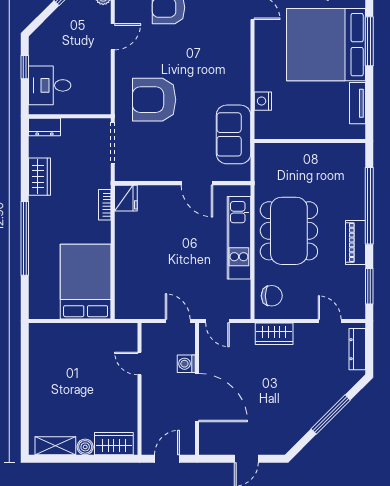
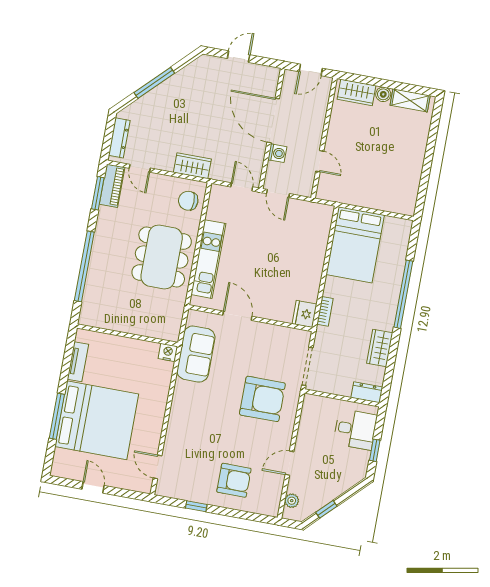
nightstand: (263, 101) -> (168, 352), moved, turned -90
piano: (355, 242) -> (112, 186), moved

